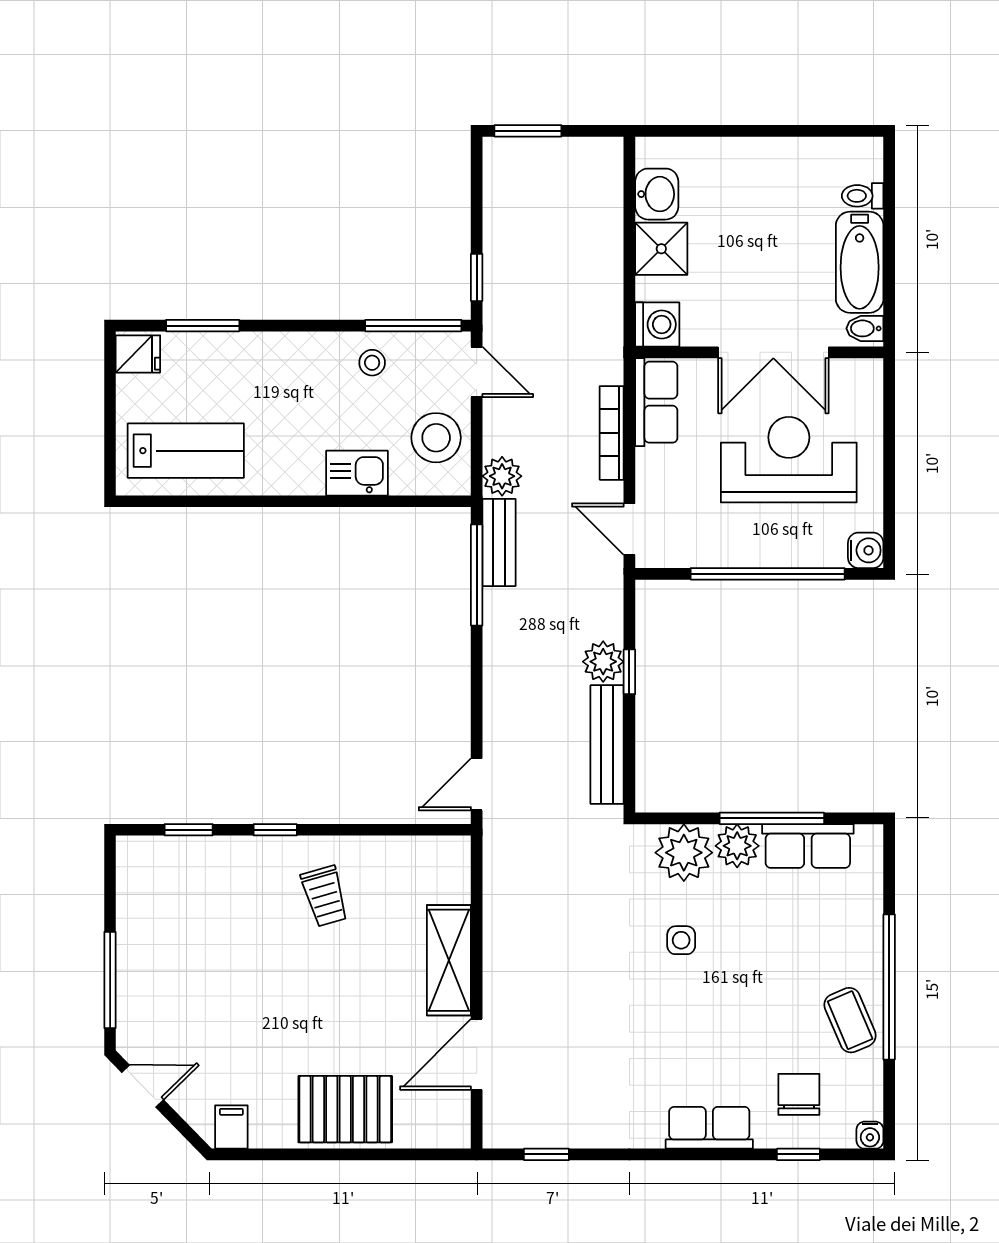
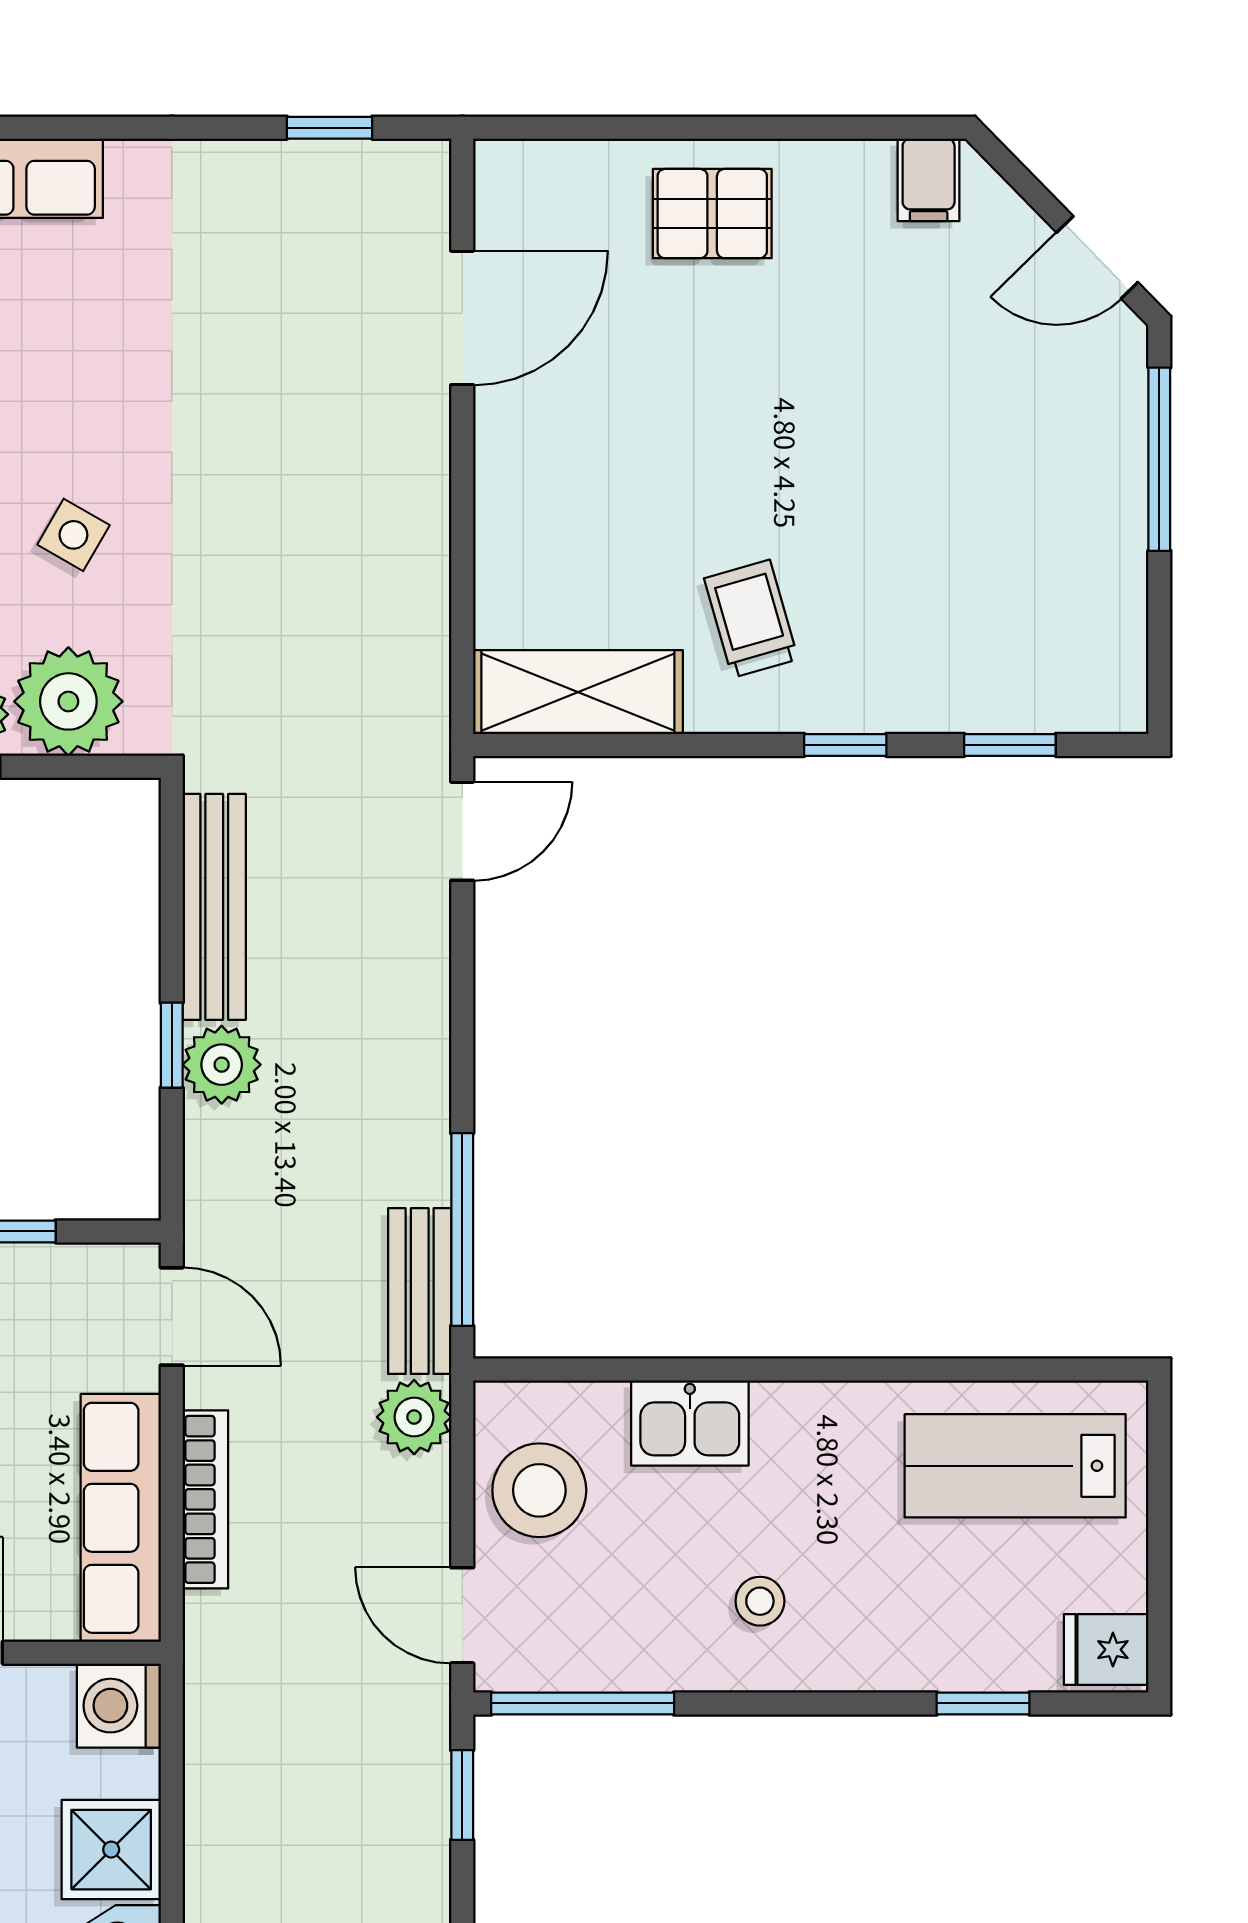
window: (203, 326) -> (983, 1703), width x0.67
stool: (372, 363) -> (760, 1601), moved
row of seats: (656, 402) -> (121, 1518), width x1.48
side table: (681, 940) -> (73, 535), turned 30
shelving: (449, 960) -> (578, 692), moved, turned 90
pallet: (345, 1109) -> (712, 214), width x0.67, depth x0.71

